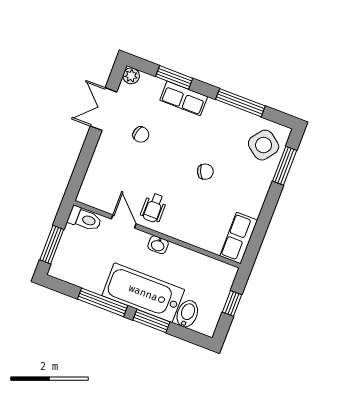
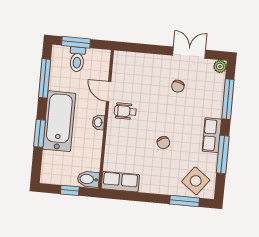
window: (174, 77) -> (228, 99), width x1.44
row of seats: (184, 98) -> (212, 135), moved
toilet: (85, 219) -> (77, 59), moved
door: (124, 221) -> (109, 92), swing flipped
window: (103, 302) -> (45, 78), moved
bidet: (187, 314) -> (88, 179), moved, turned 180

